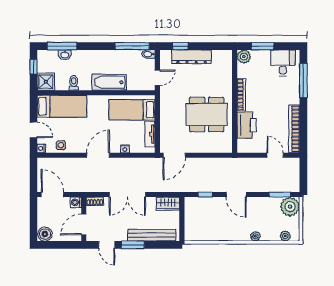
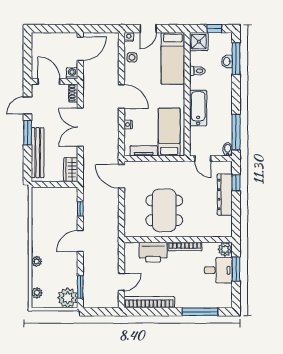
desk: (283, 63) -> (218, 270), moved
boiler: (45, 234) -> (39, 41), removed

